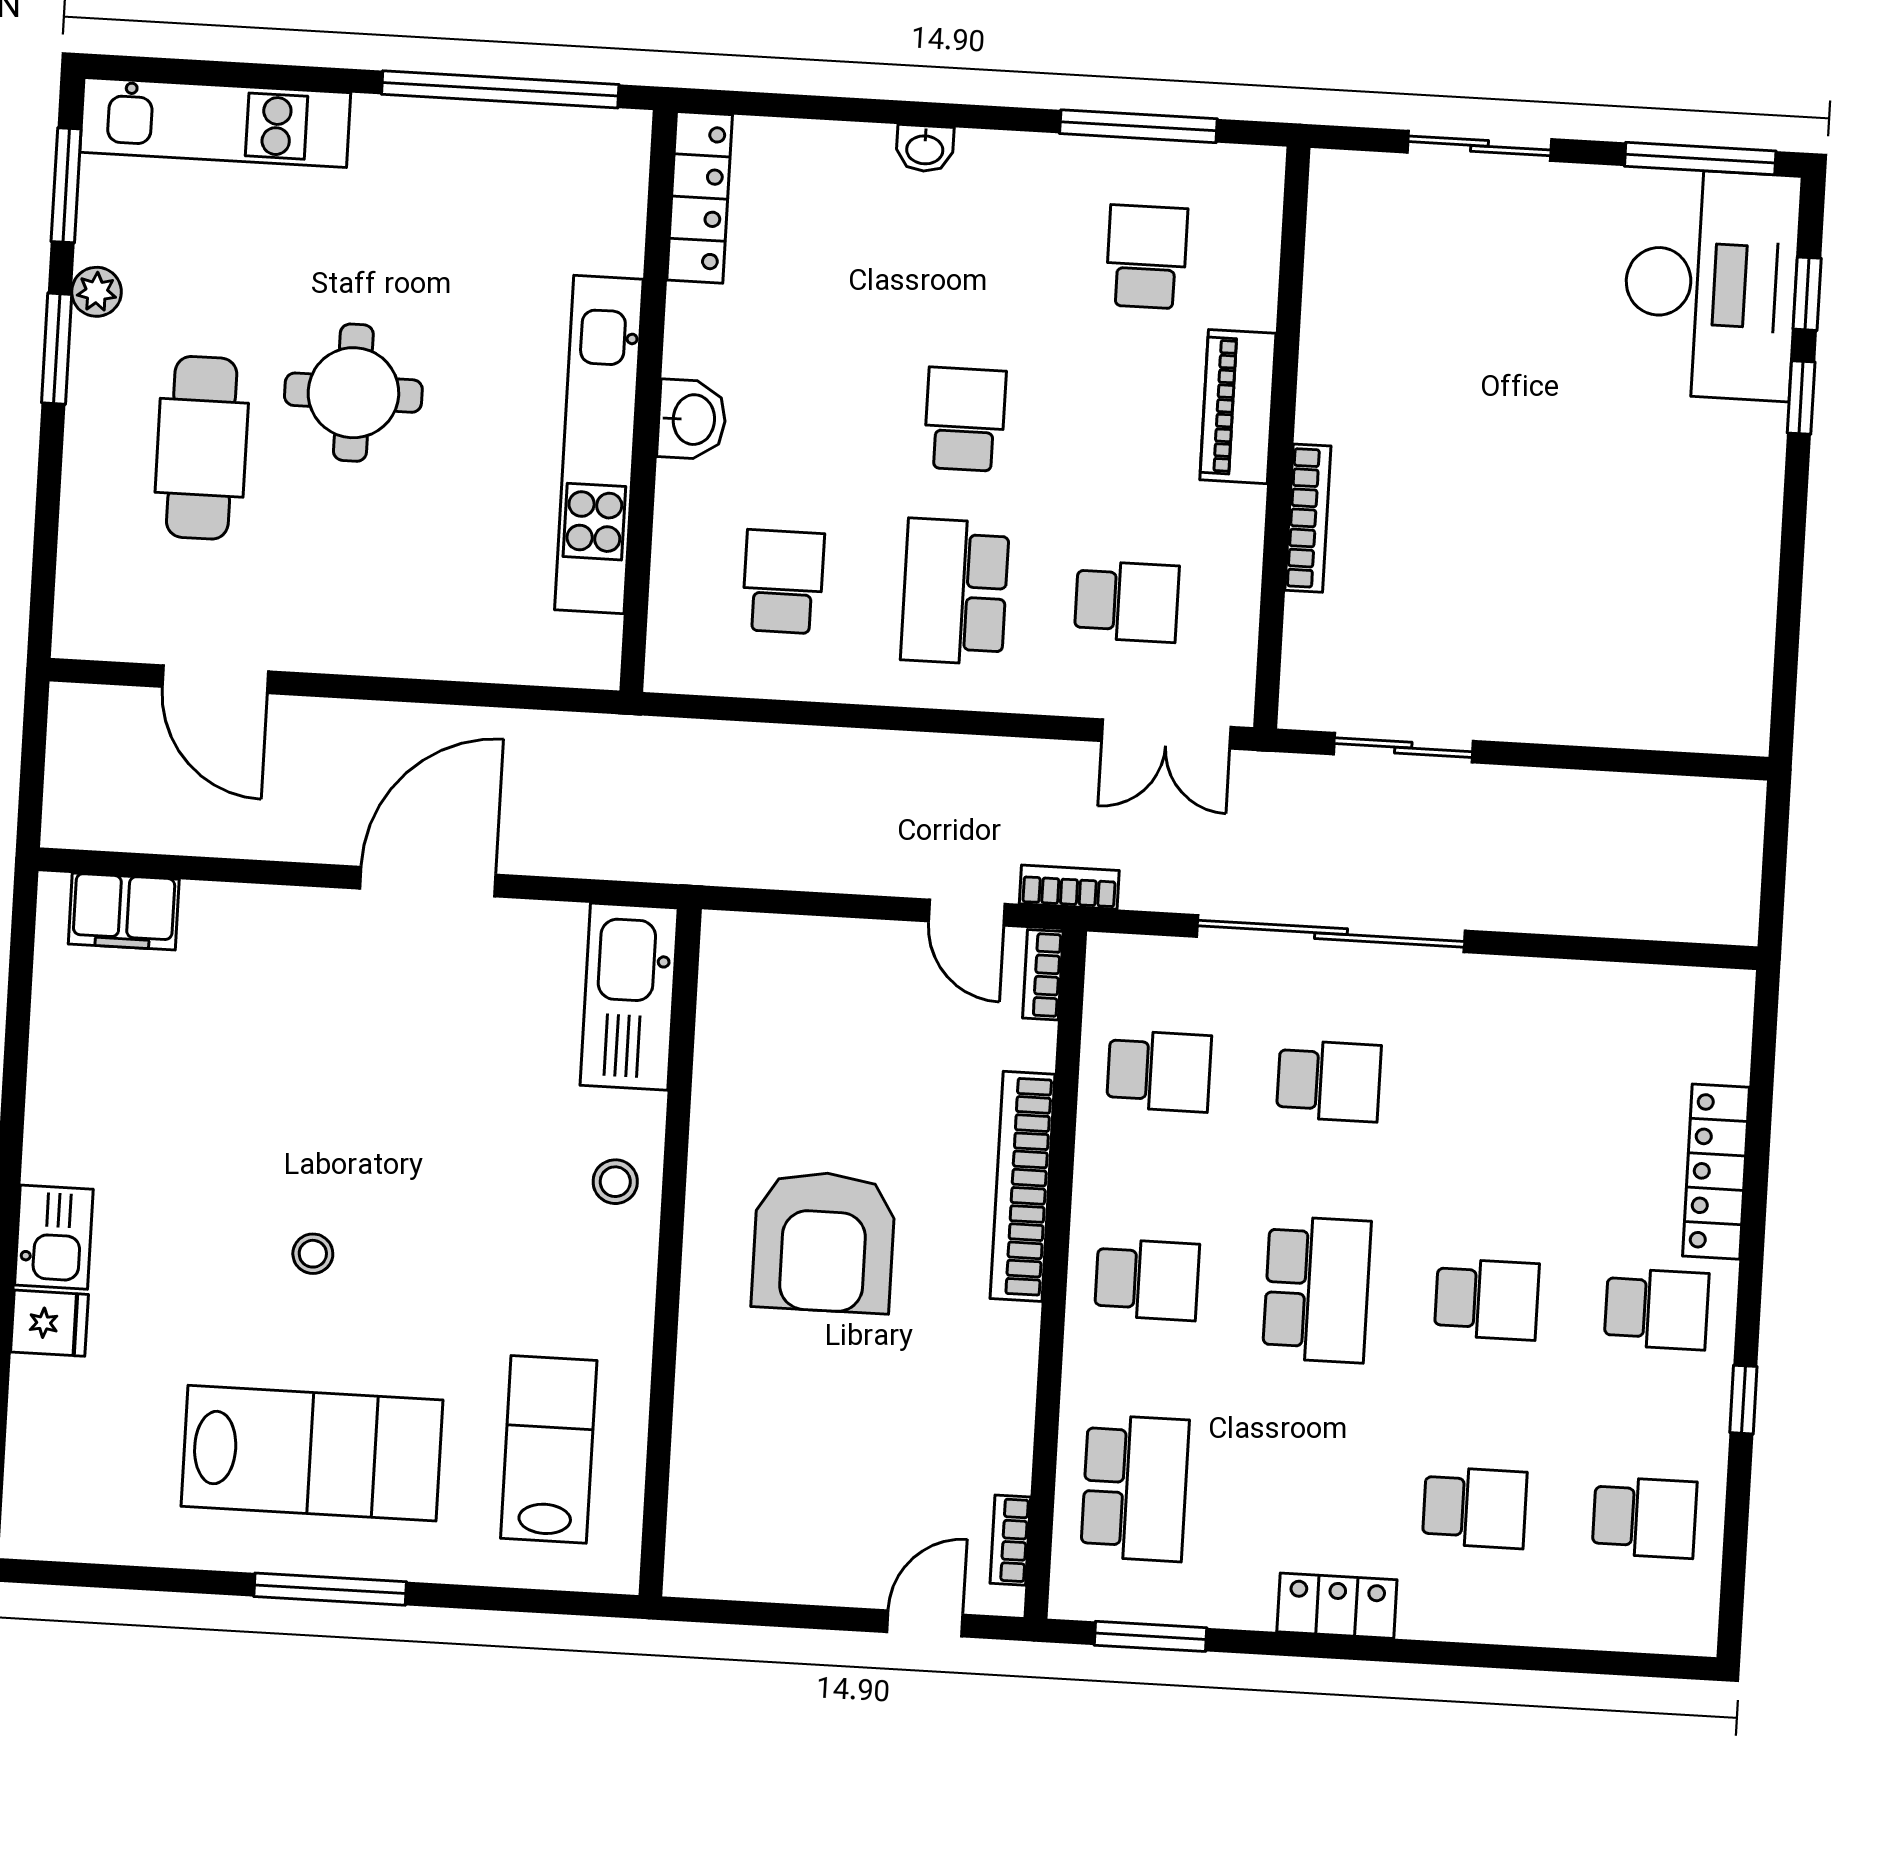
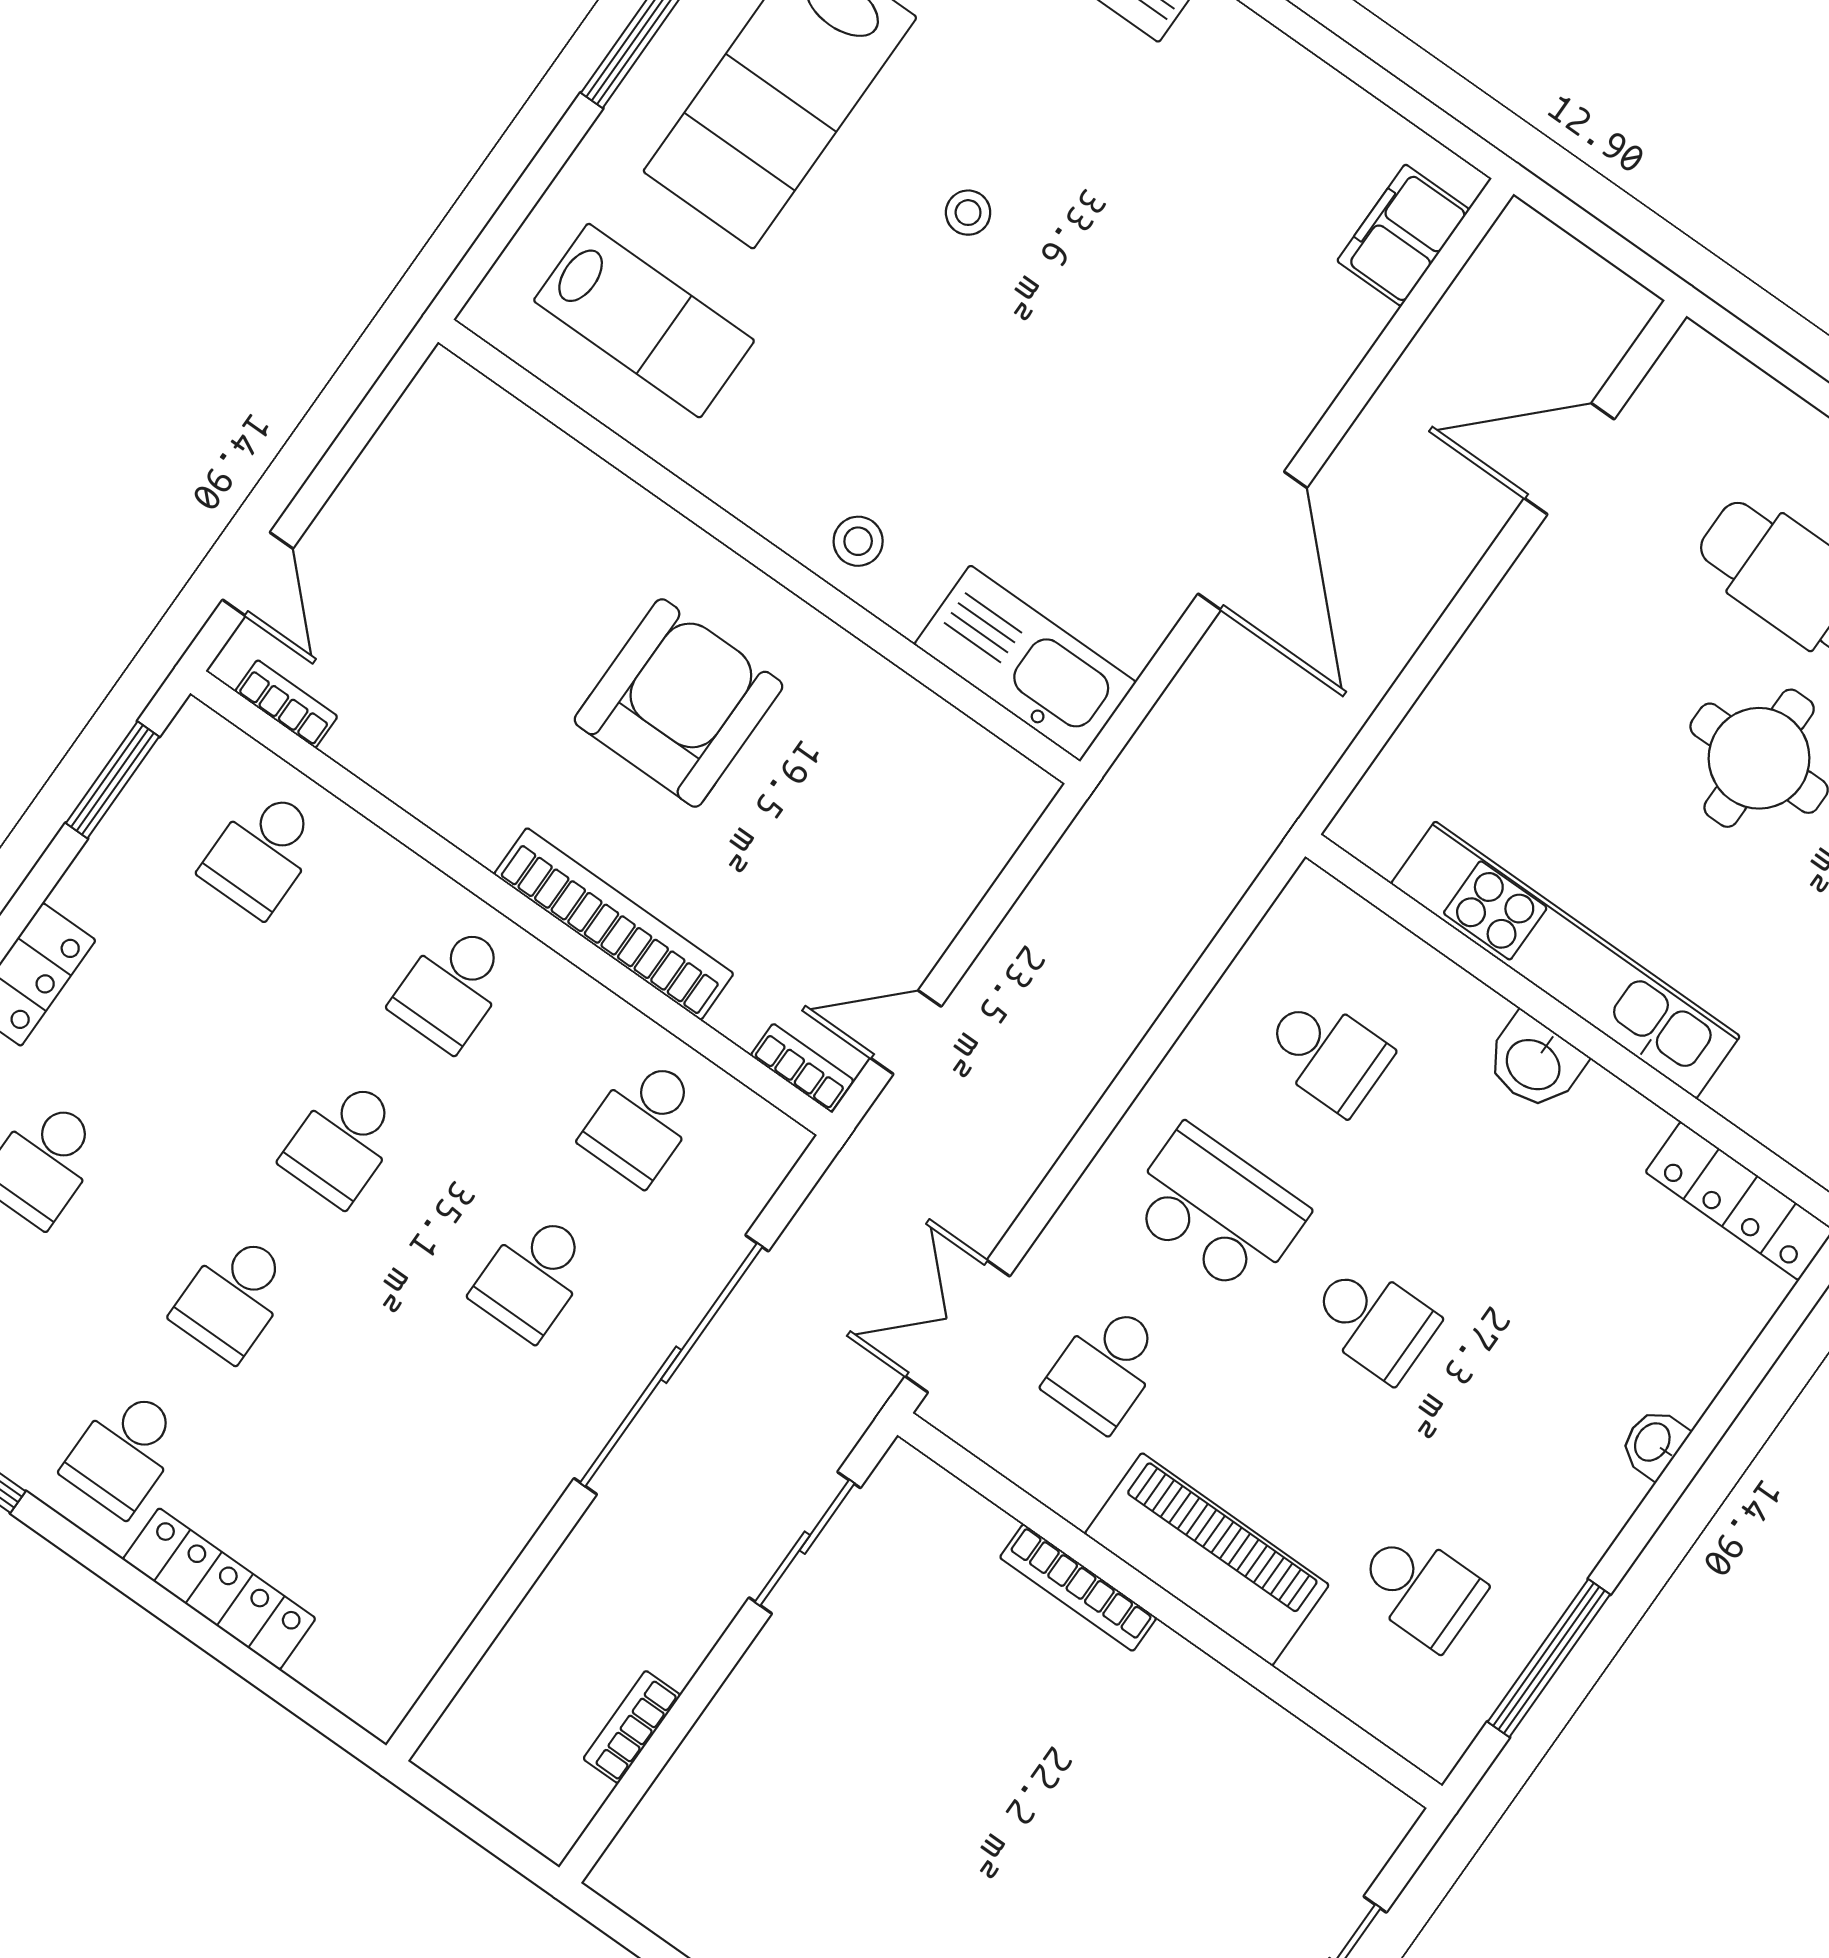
piano: (1238, 407) -> (1207, 1559), width x1.37, depth x1.33
bookcase: (1069, 887) -> (632, 1727), moved, turned 180
armchair: (824, 1242) -> (678, 703), turned 90
school desk: (1317, 1289) -> (343, 1142), width x0.54
school desk: (1135, 1488) -> (262, 853), width x0.54

